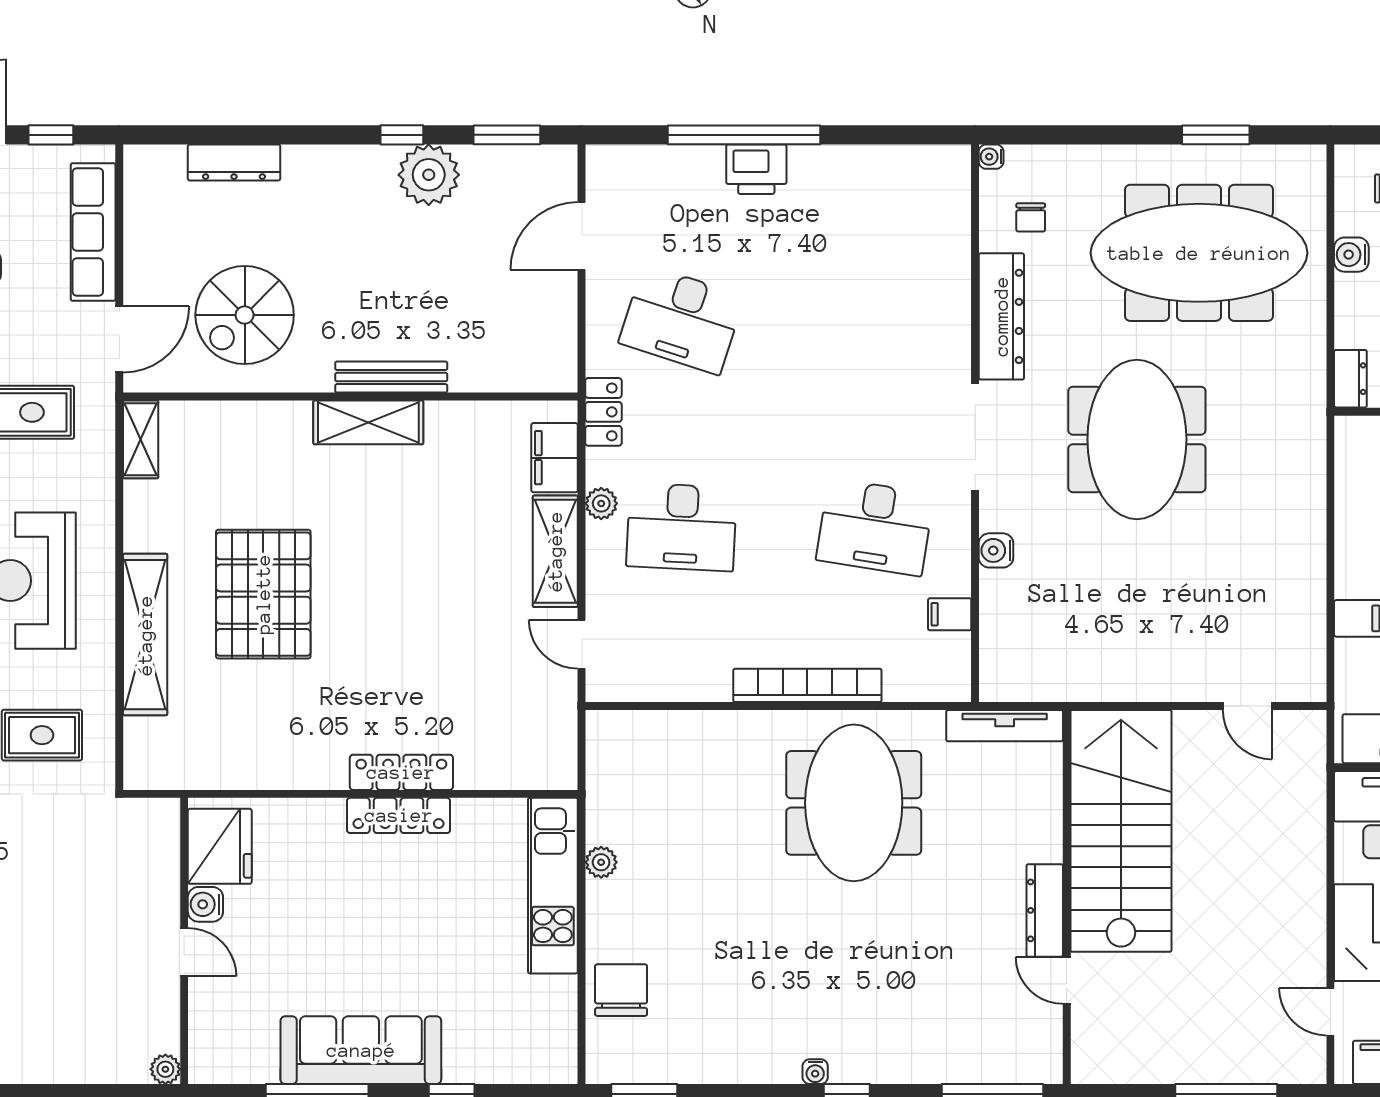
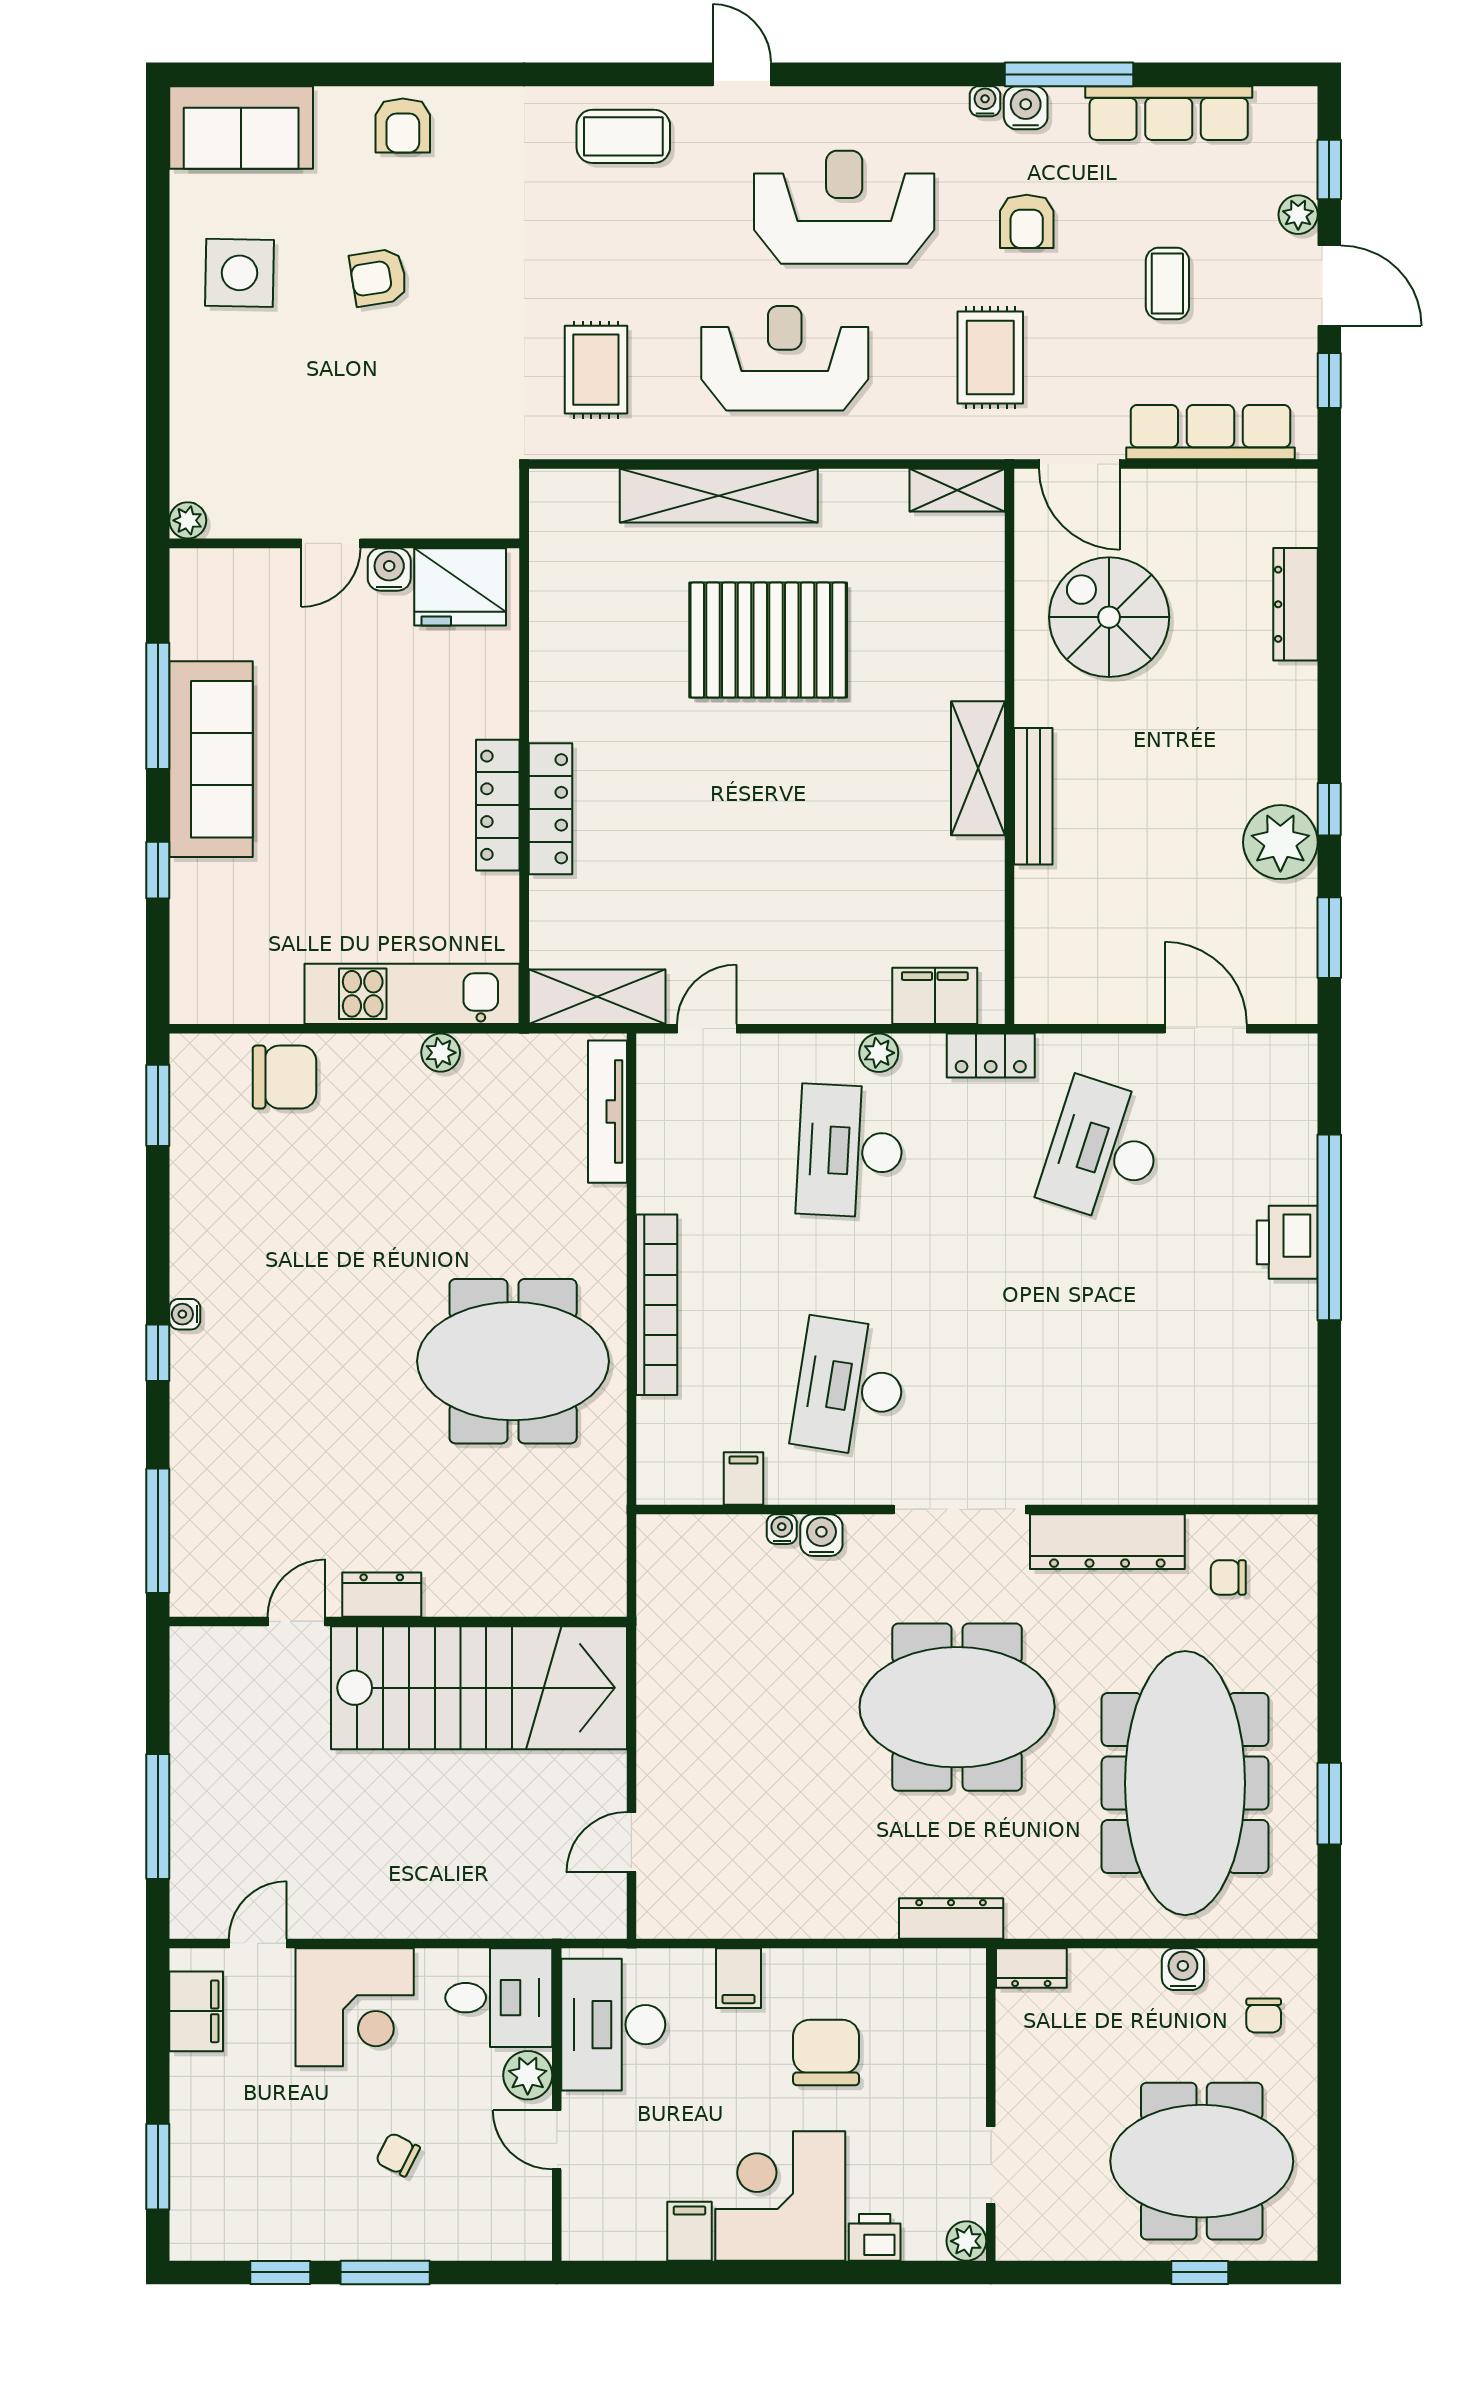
water cooler: (991, 157) -> (782, 1529), moved
dresser: (1310, 444) -> (951, 1918), added
shelving: (555, 551) -> (597, 997), moved
tv unit: (1005, 726) -> (607, 1112), moved
dresser: (1045, 910) -> (382, 1595), width x0.70

